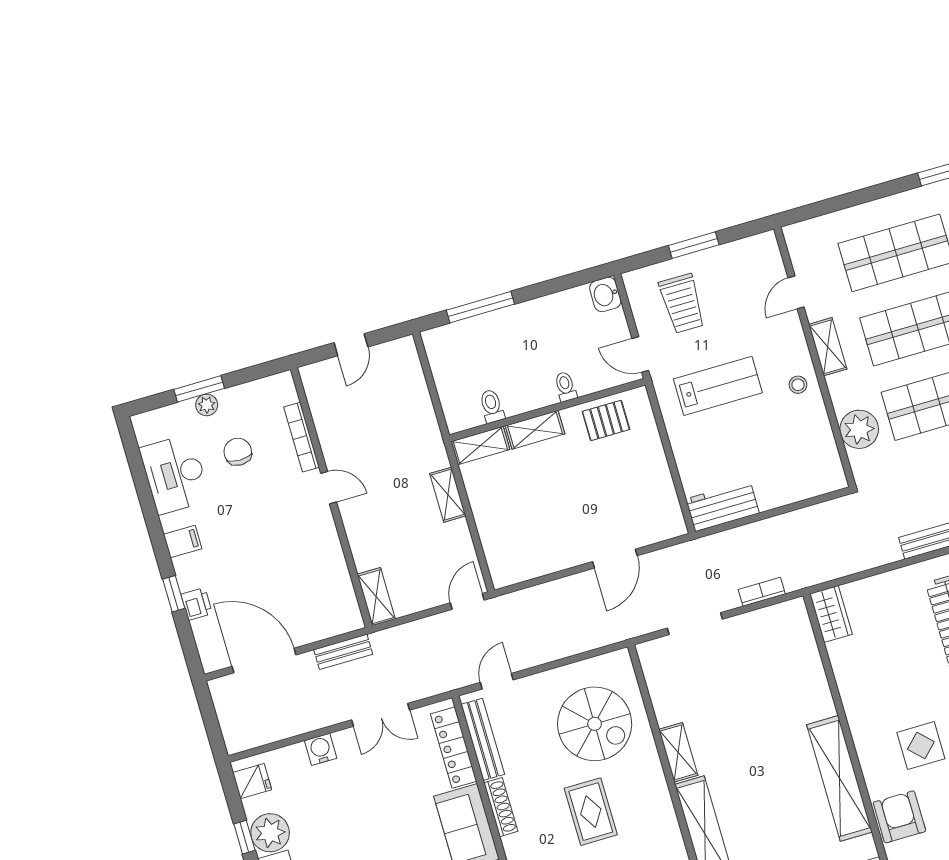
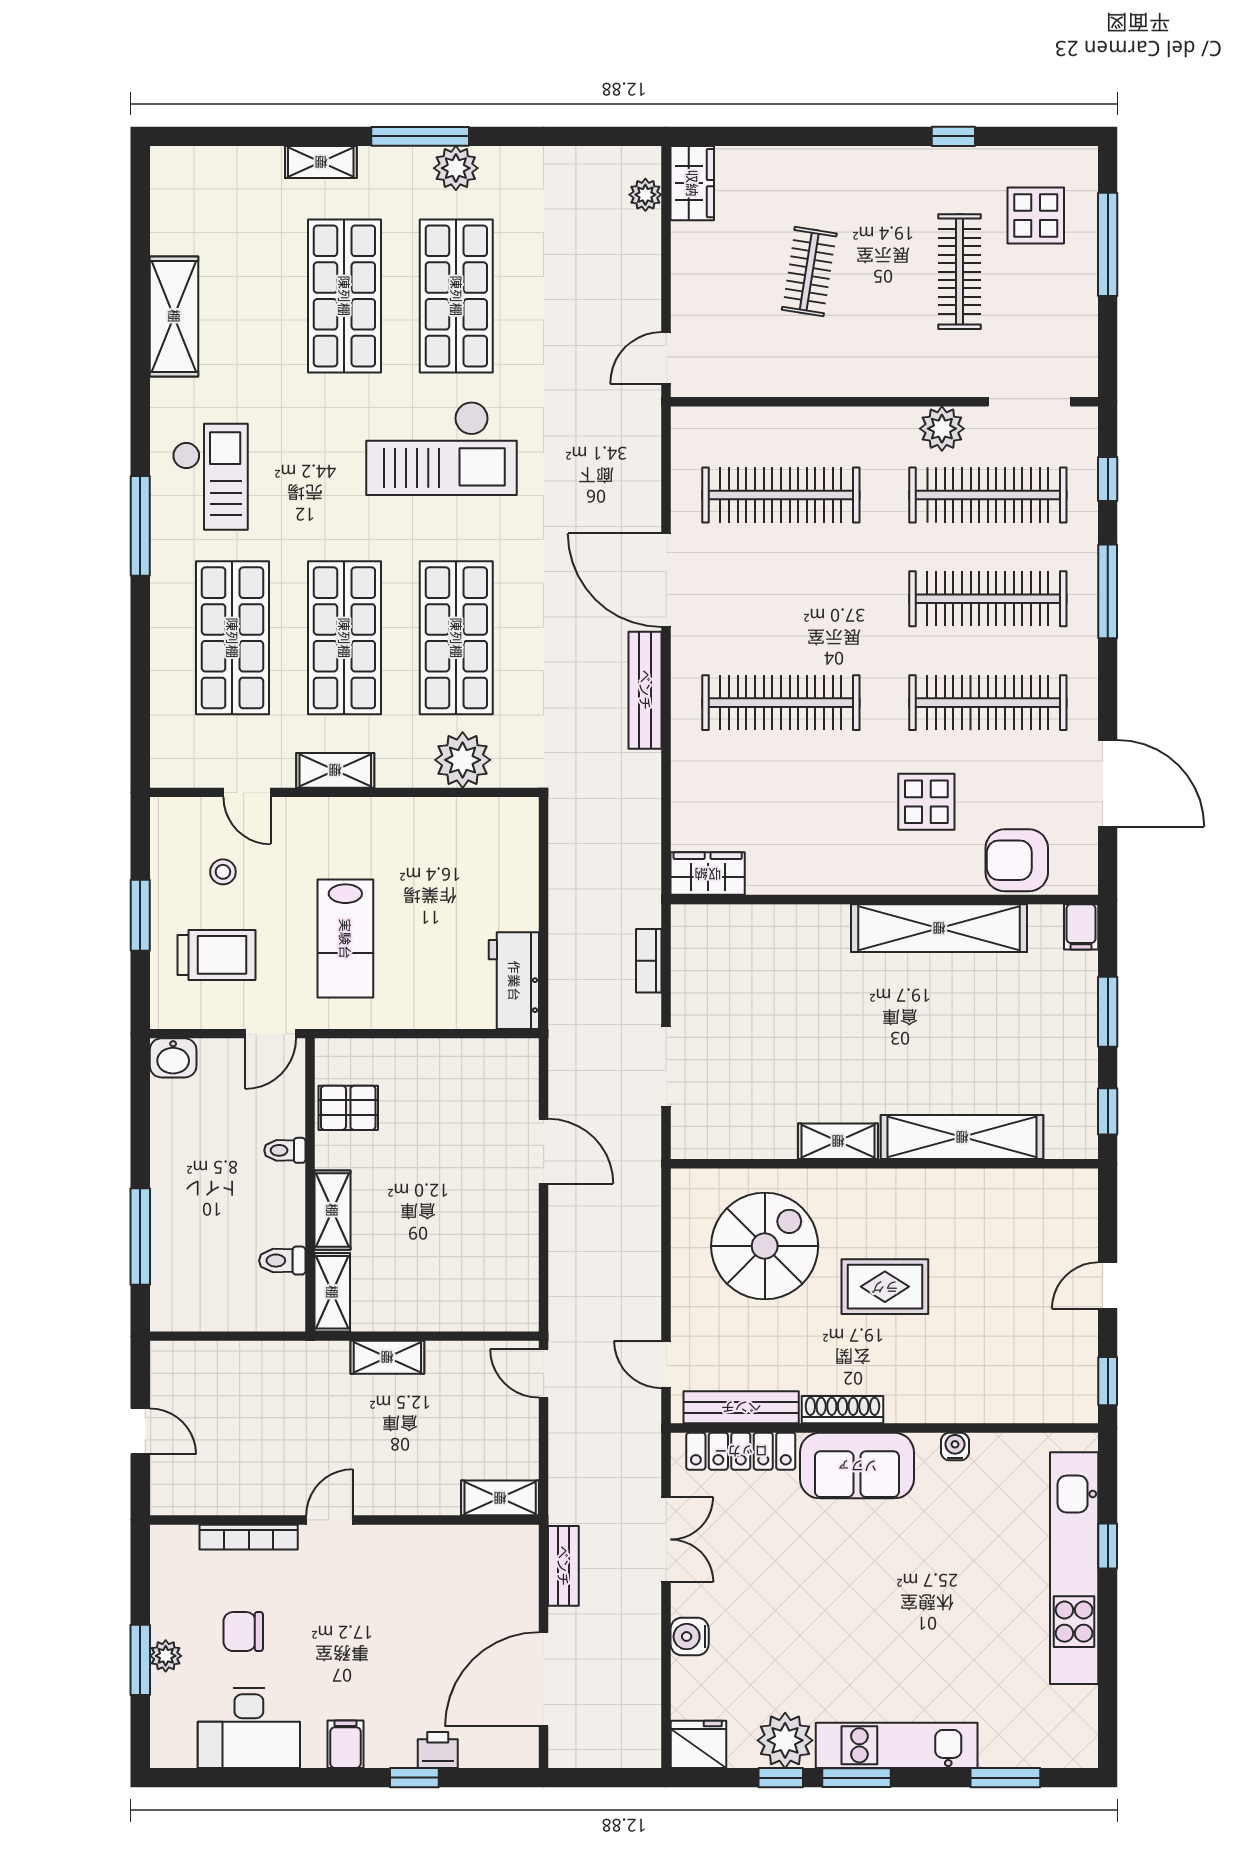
stool: (798, 385) -> (223, 872), moved
lab bench: (718, 386) -> (345, 939), turned 180
pallet: (606, 420) -> (348, 1108), turned 90
fridge: (252, 781) -> (698, 1744), width x1.38

